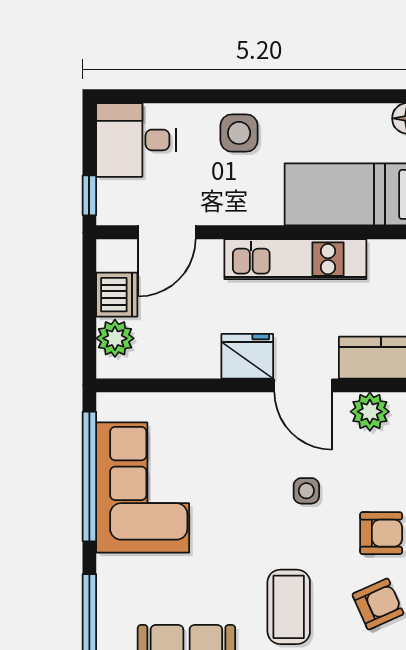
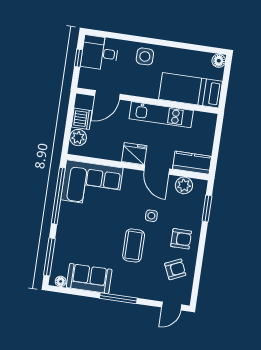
window: (89, 195) -> (78, 58), moved
corner sofa: (143, 488) -> (92, 184), moved, turned 90
coffee table: (289, 607) -> (134, 245), moved

